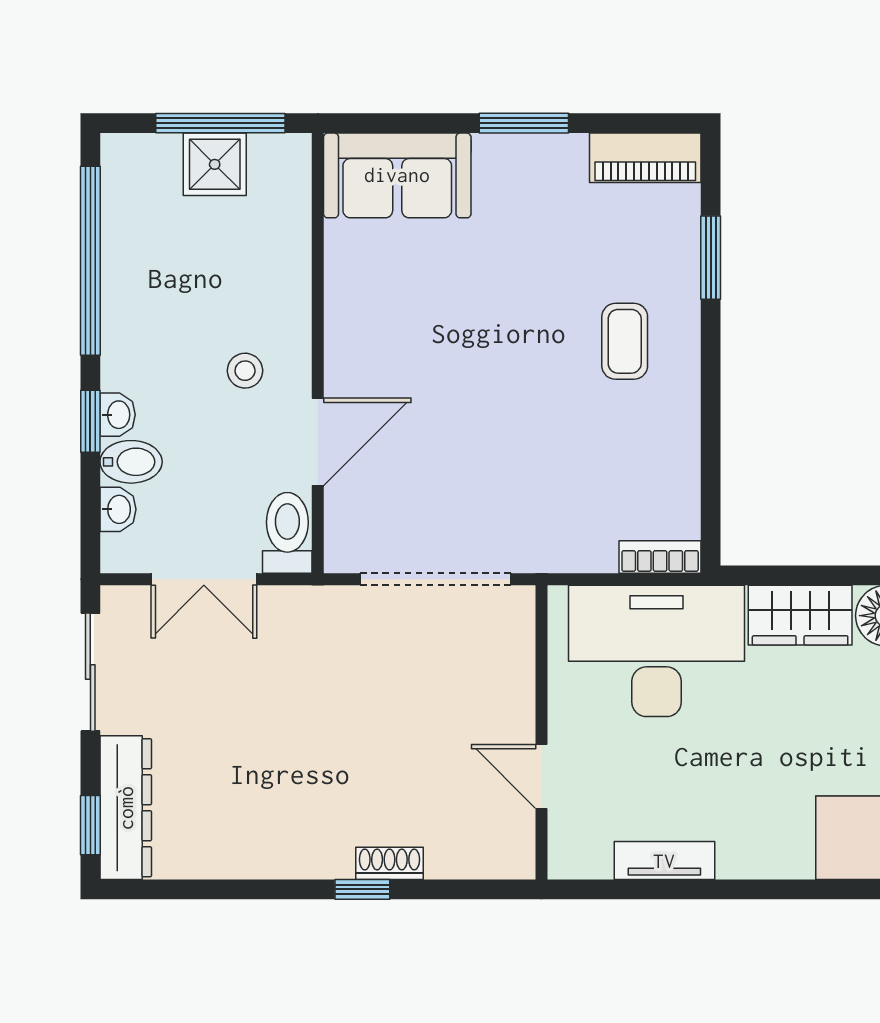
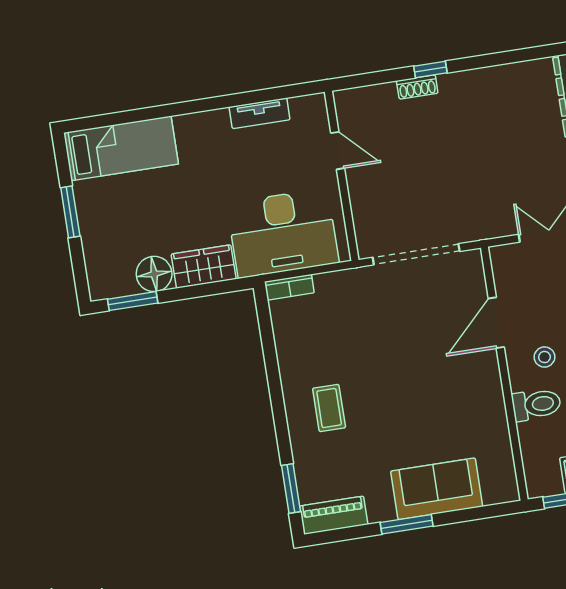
sofa: (397, 175) -> (437, 489), moved
window: (711, 258) -> (291, 488), moved
toilet: (287, 533) -> (536, 404), moved, turned -90

